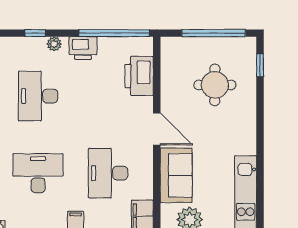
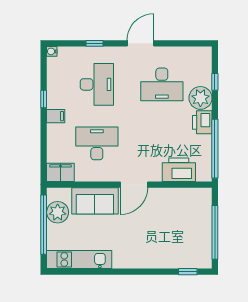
plant: (54, 44) -> (200, 98), width x1.88, depth x1.88
round table: (215, 85) -> (171, 233), removed
desk: (38, 96) -> (162, 84), turned 180

